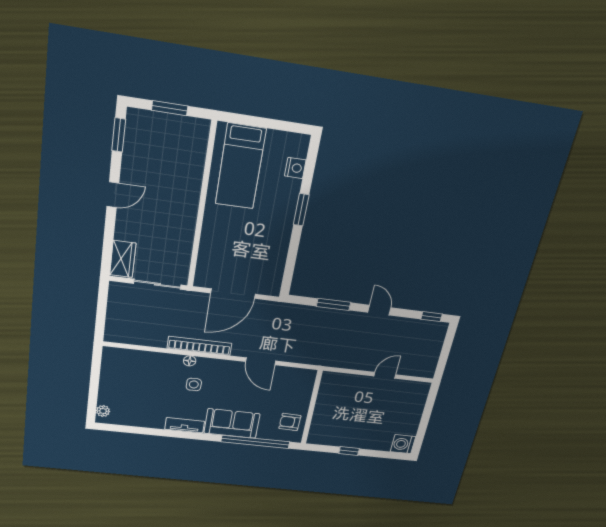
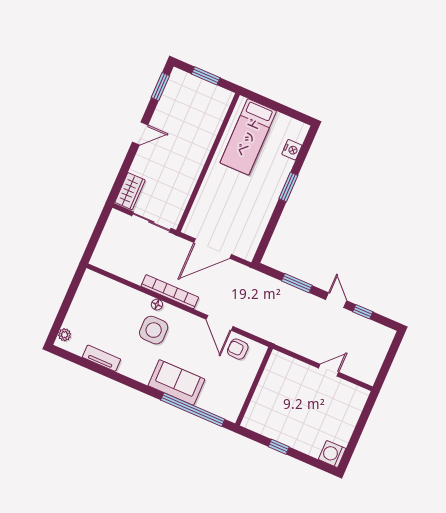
window: (432, 317) -> (363, 312), moved
side table: (194, 384) -> (154, 330), width x1.87, depth x1.87
armchair: (290, 422) -> (238, 349), moved
tv unit: (185, 425) -> (101, 358), moved

